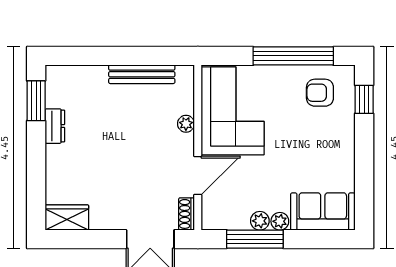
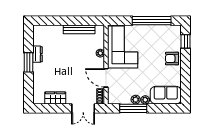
armchair: (320, 93) -> (172, 59), moved
window: (36, 101) -> (29, 62), moved
door: (198, 176) -> (106, 78), swing flipped
wardrobe: (67, 218) -> (55, 98), moved

